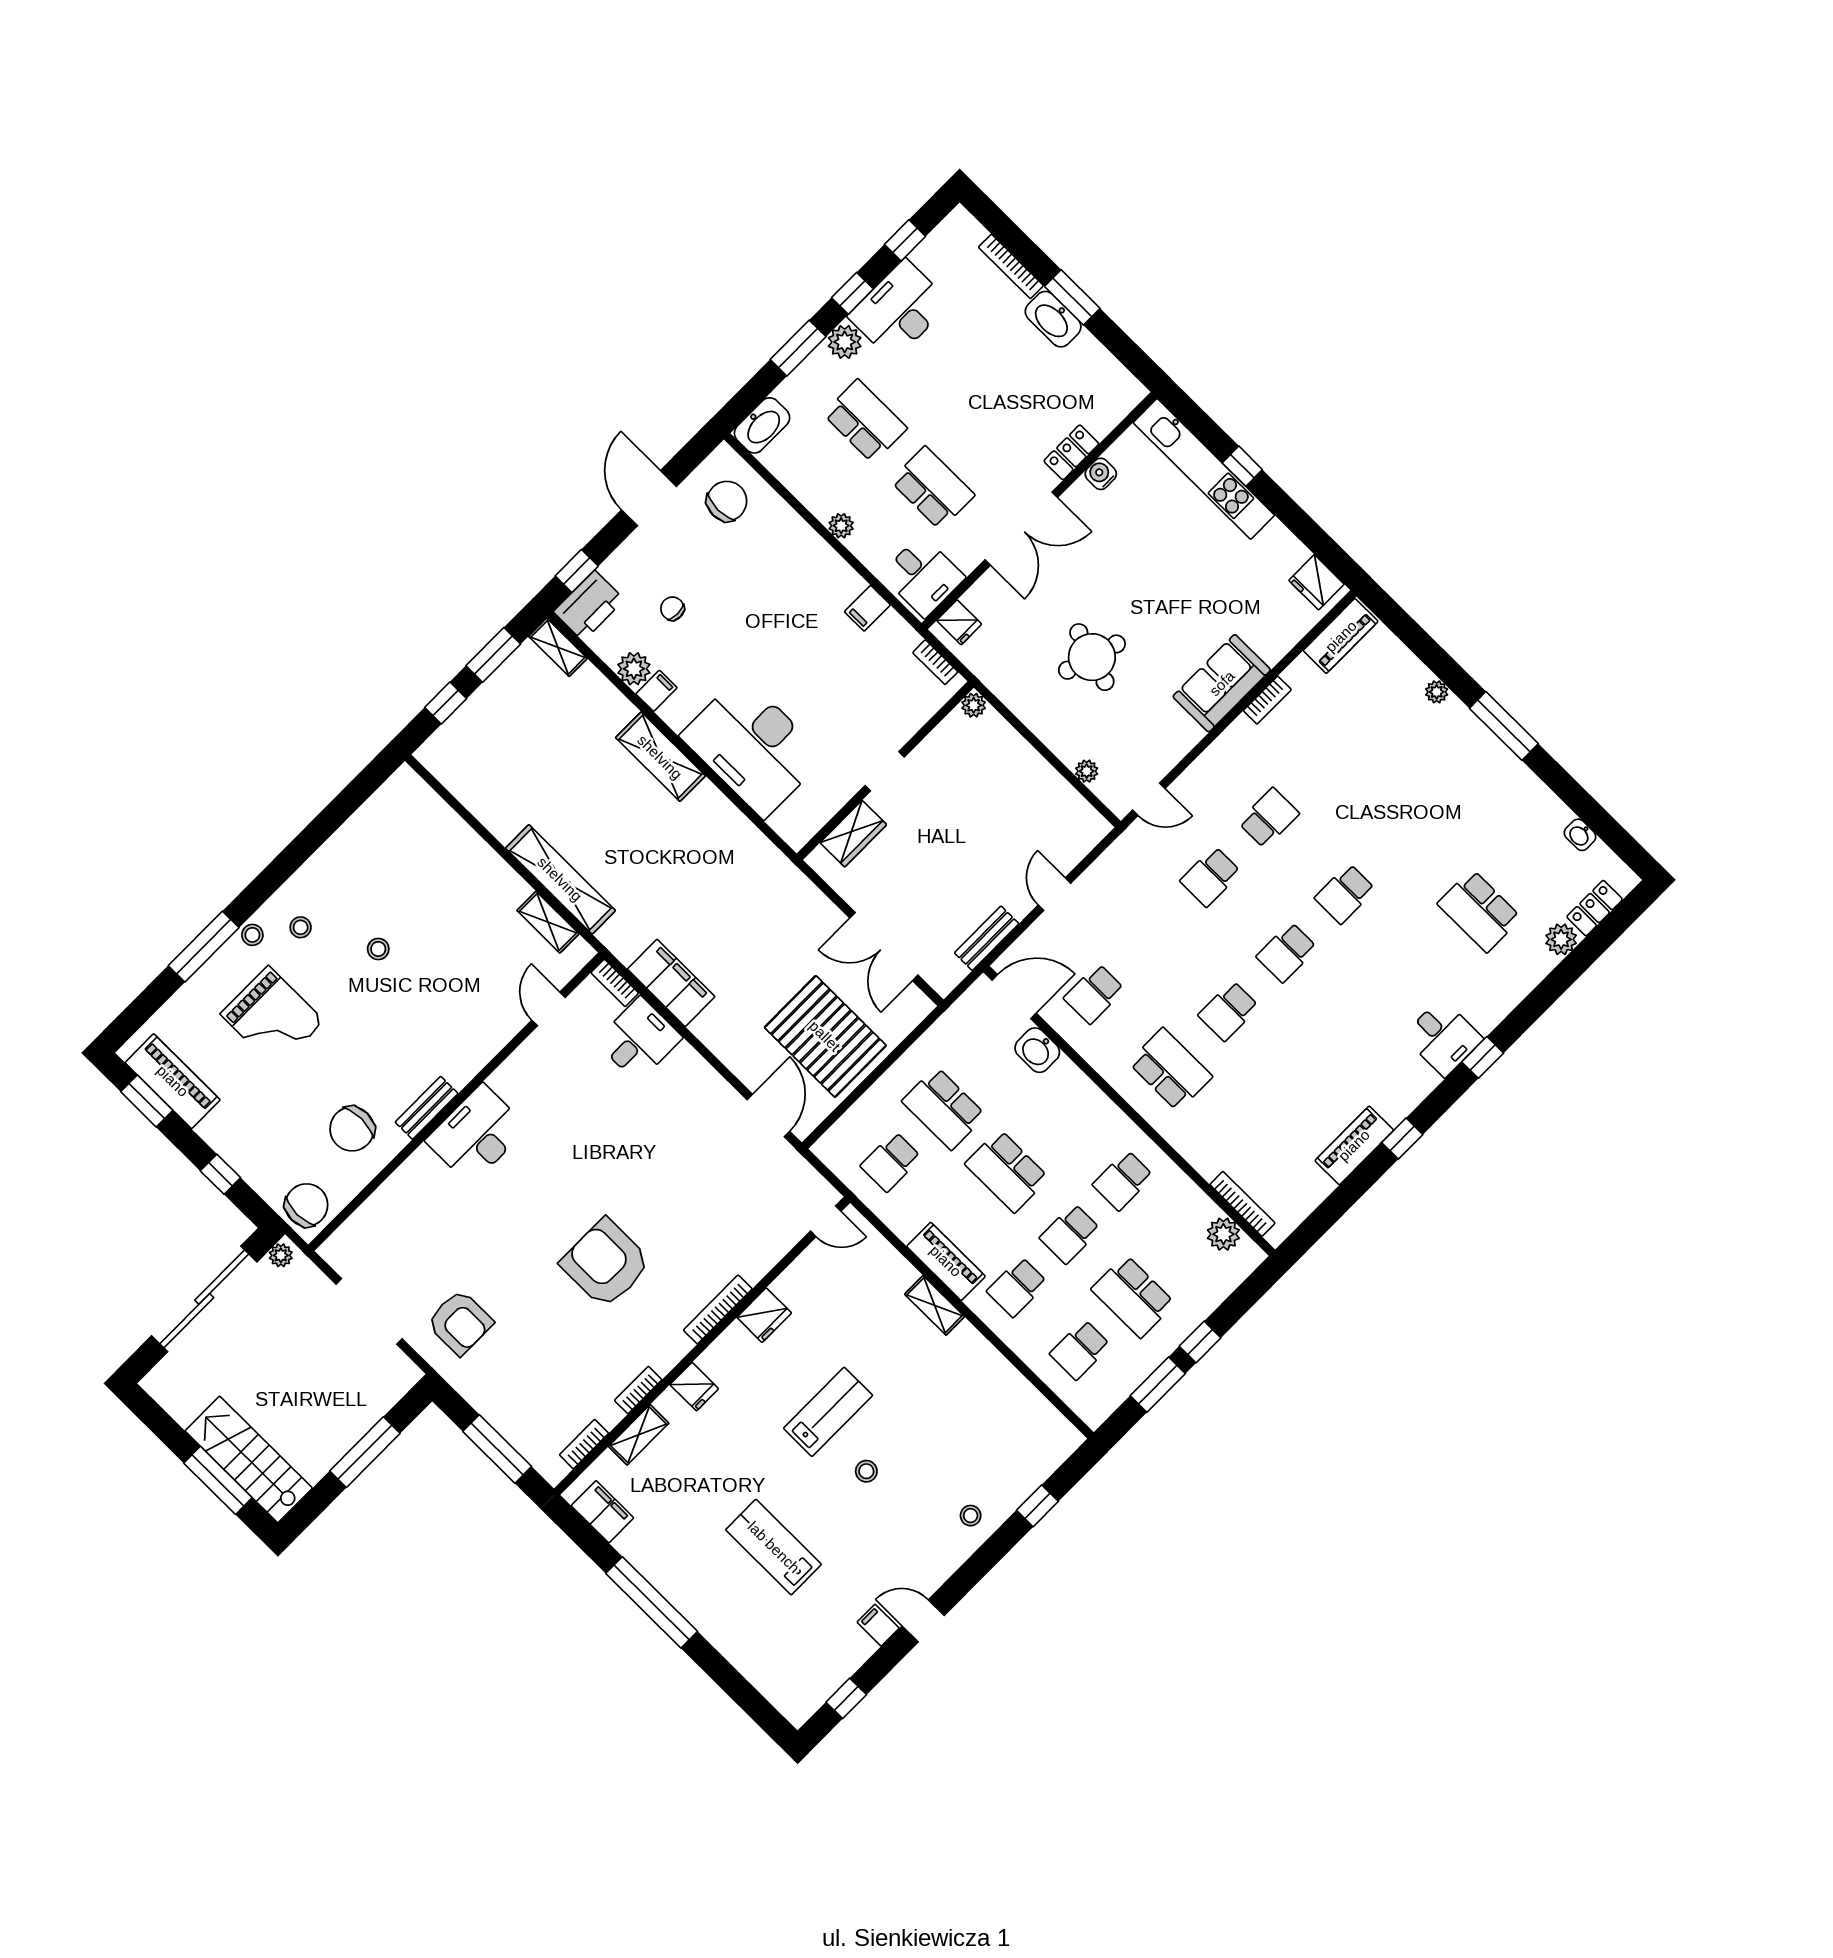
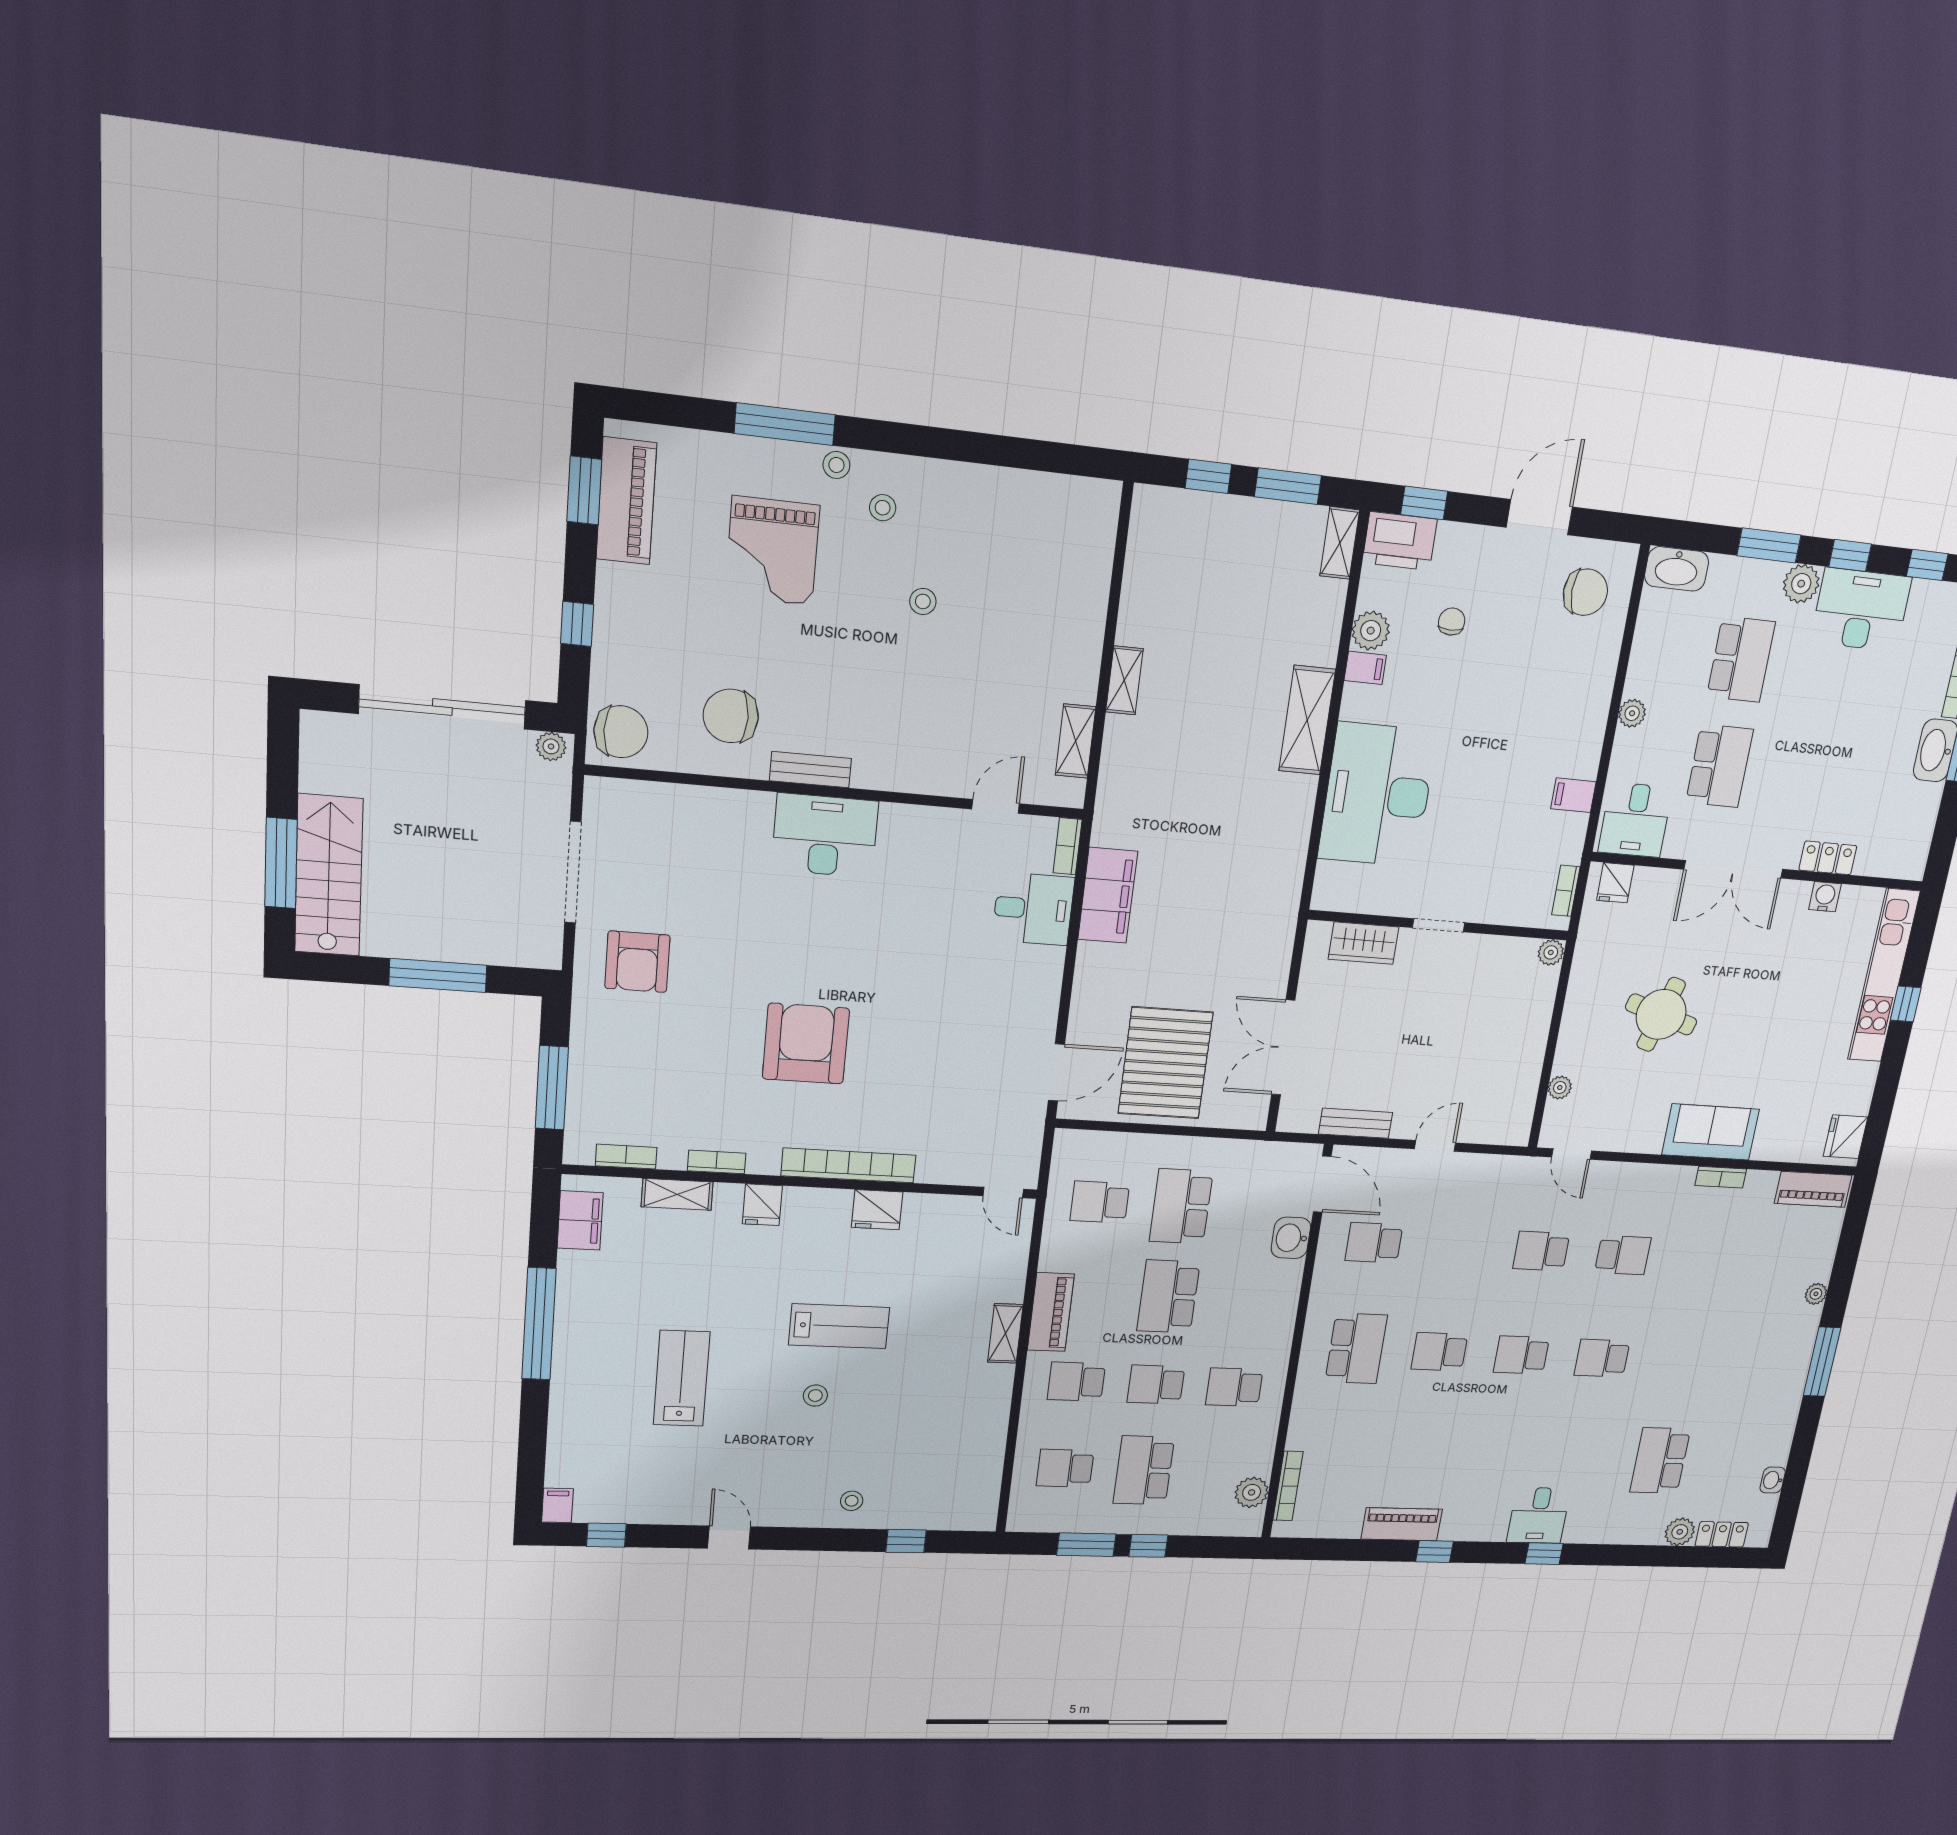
shelving: (560, 879) -> (1124, 680), width x0.45, depth x0.75
bookcase: (718, 1309) -> (849, 1165), width x1.48, depth x1.31
filing cabinet: (878, 1625) -> (557, 1505), moved

